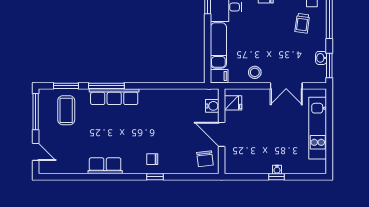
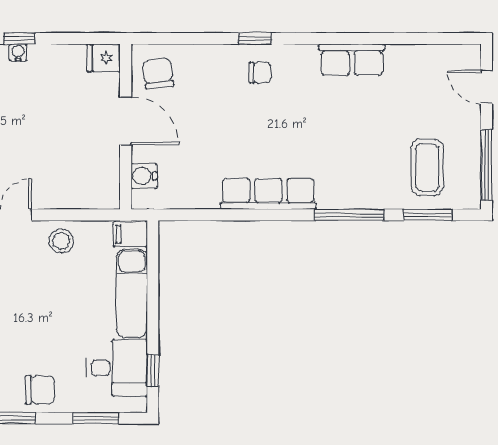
row of seats: (114, 97) -> (268, 194), moved
fridge: (233, 103) -> (104, 58), moved

